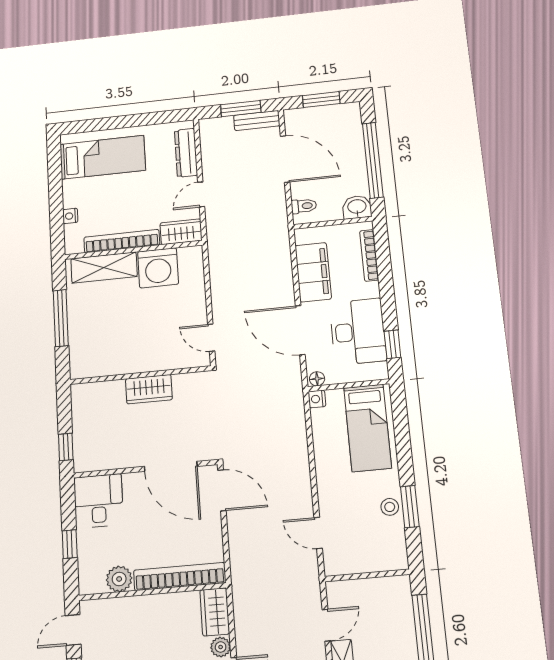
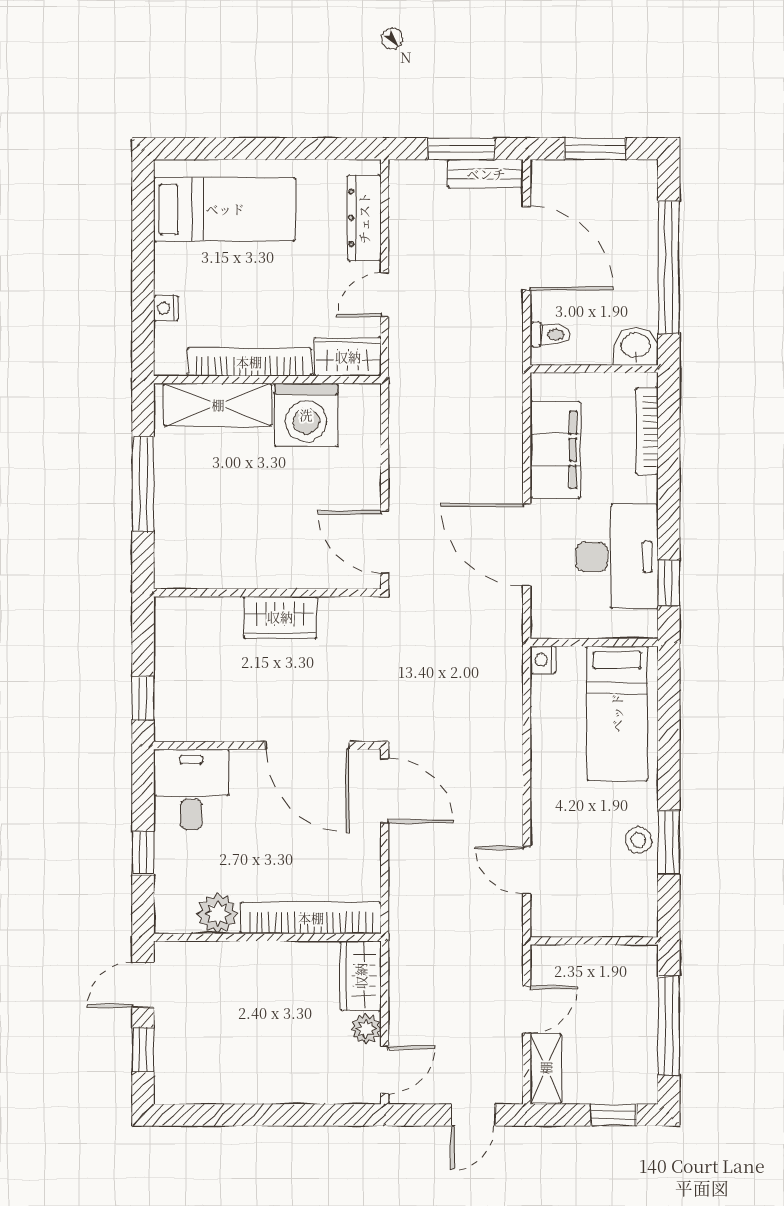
door: (211, 338) -> (385, 542), width x1.38
floor lamp: (317, 379) -> (546, 627), removed

